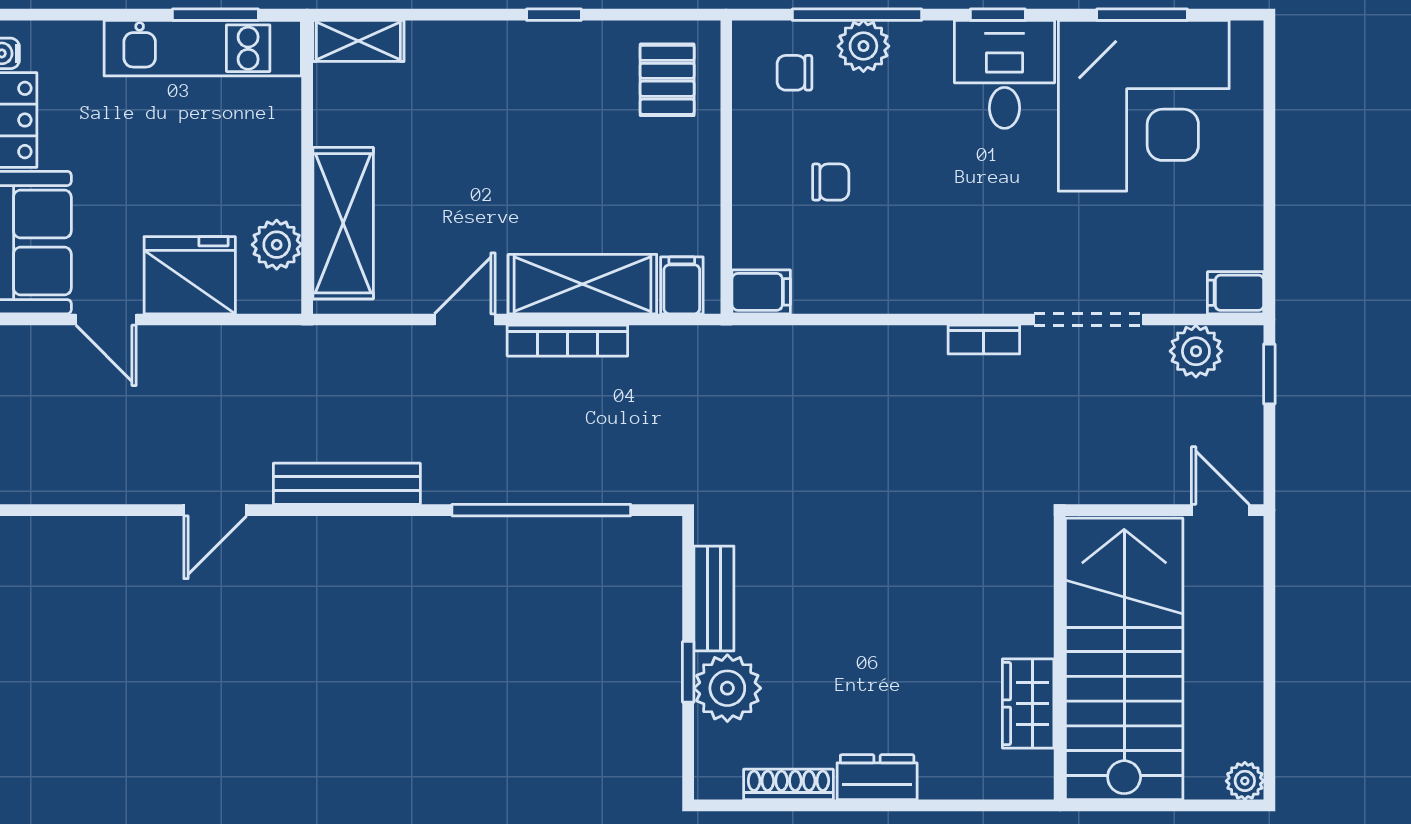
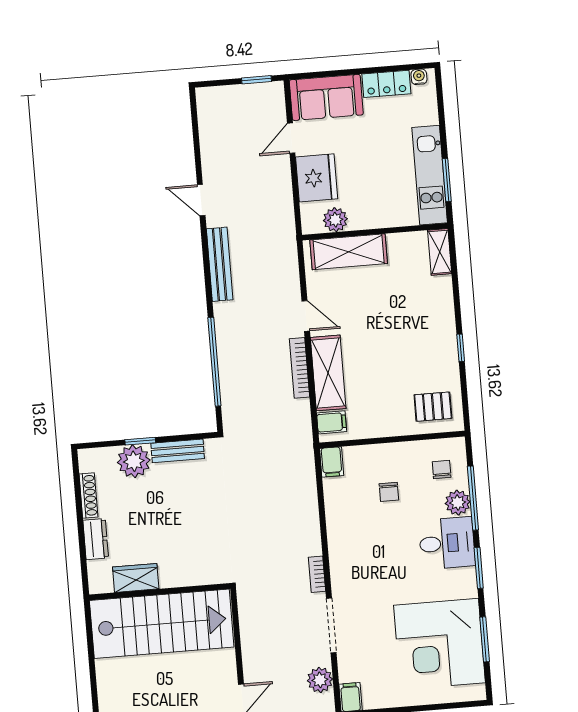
window: (998, 15) -> (479, 568), width x1.50
desk: (1005, 74) -> (447, 543), moved
wall: (1060, 658) -> (160, 592), moved
stairs: (1124, 659) -> (162, 624), moved
wardrobe: (1028, 703) -> (136, 578), moved

